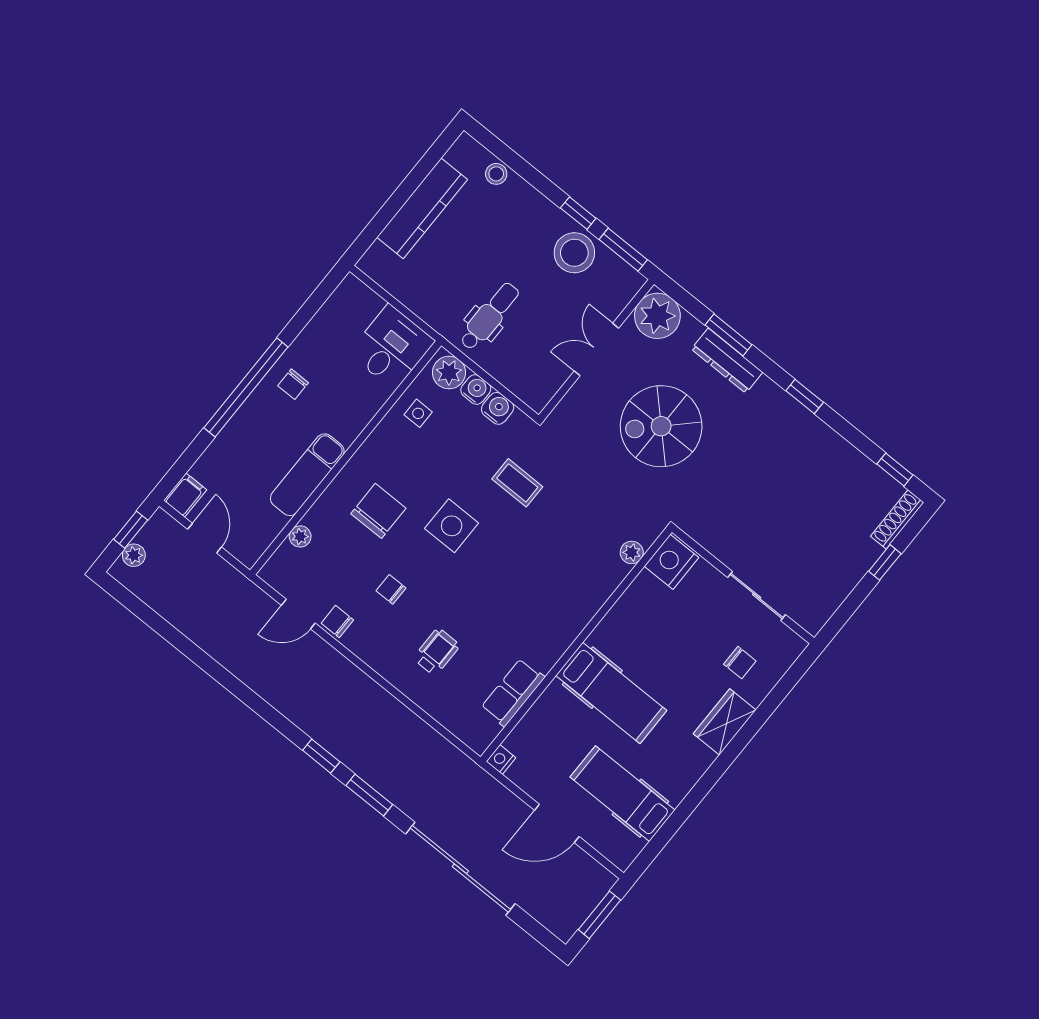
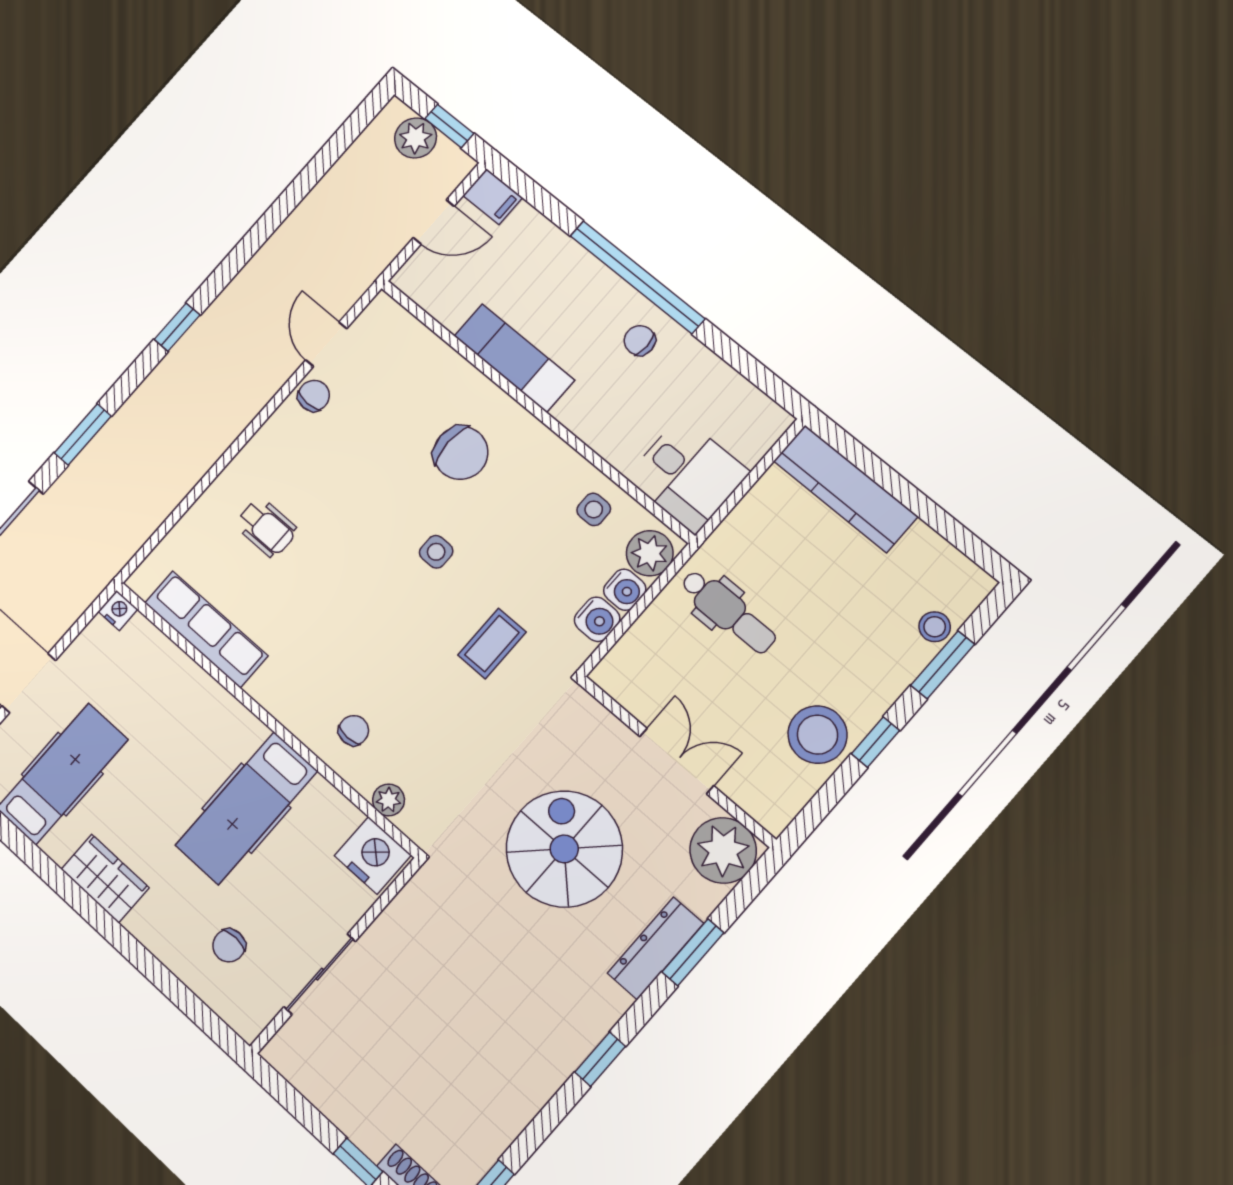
kitchen counter: (422, 208) -> (846, 489), moved
window: (623, 250) -> (943, 665), moved
side table: (452, 526) -> (436, 552), width x0.54, depth x0.54
plant: (300, 536) -> (430, 348), removed
plant: (134, 555) -> (416, 138), width x1.38, depth x1.38
chair: (391, 589) -> (354, 730), moved
row of seats: (513, 692) -> (206, 629), width x1.48
hospital bed: (611, 693) -> (246, 808), moved
wardrobe: (725, 722) -> (105, 879), moved
window: (321, 756) -> (177, 327), moved

